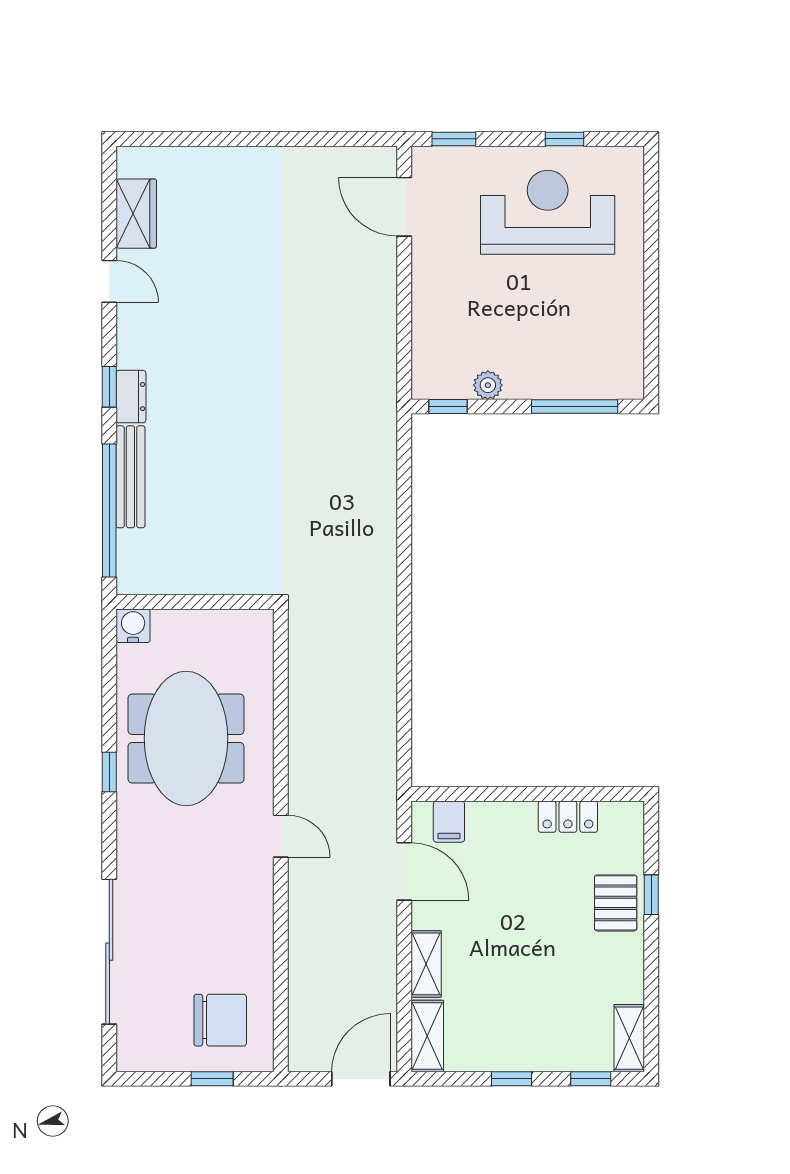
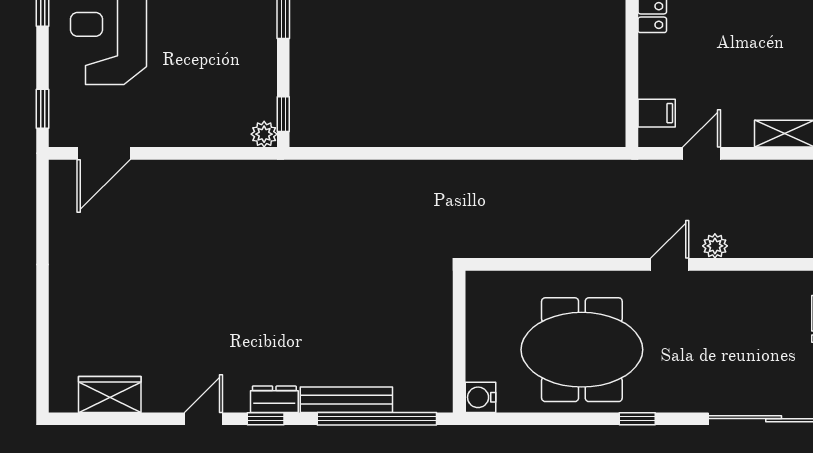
door: (109, 281) -> (203, 419), moved
plant: (488, 385) -> (264, 134), moved
window: (109, 772) -> (637, 419), moved
door: (404, 871) -> (701, 153), width x0.73
plant: (301, 886) -> (715, 246), added

